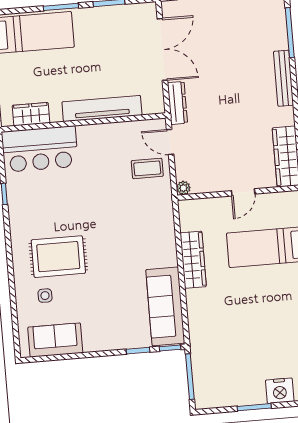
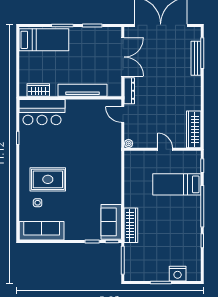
bench: (283, 78) -> (196, 58), moved
coffee table: (147, 168) -> (107, 130), removed
door: (243, 192) -> (165, 149), swing flipped
wardrobe: (193, 260) -> (131, 225), moved
sofa: (165, 306) -> (111, 222), width x0.73
sofa: (55, 340) -> (42, 231), width x1.36

